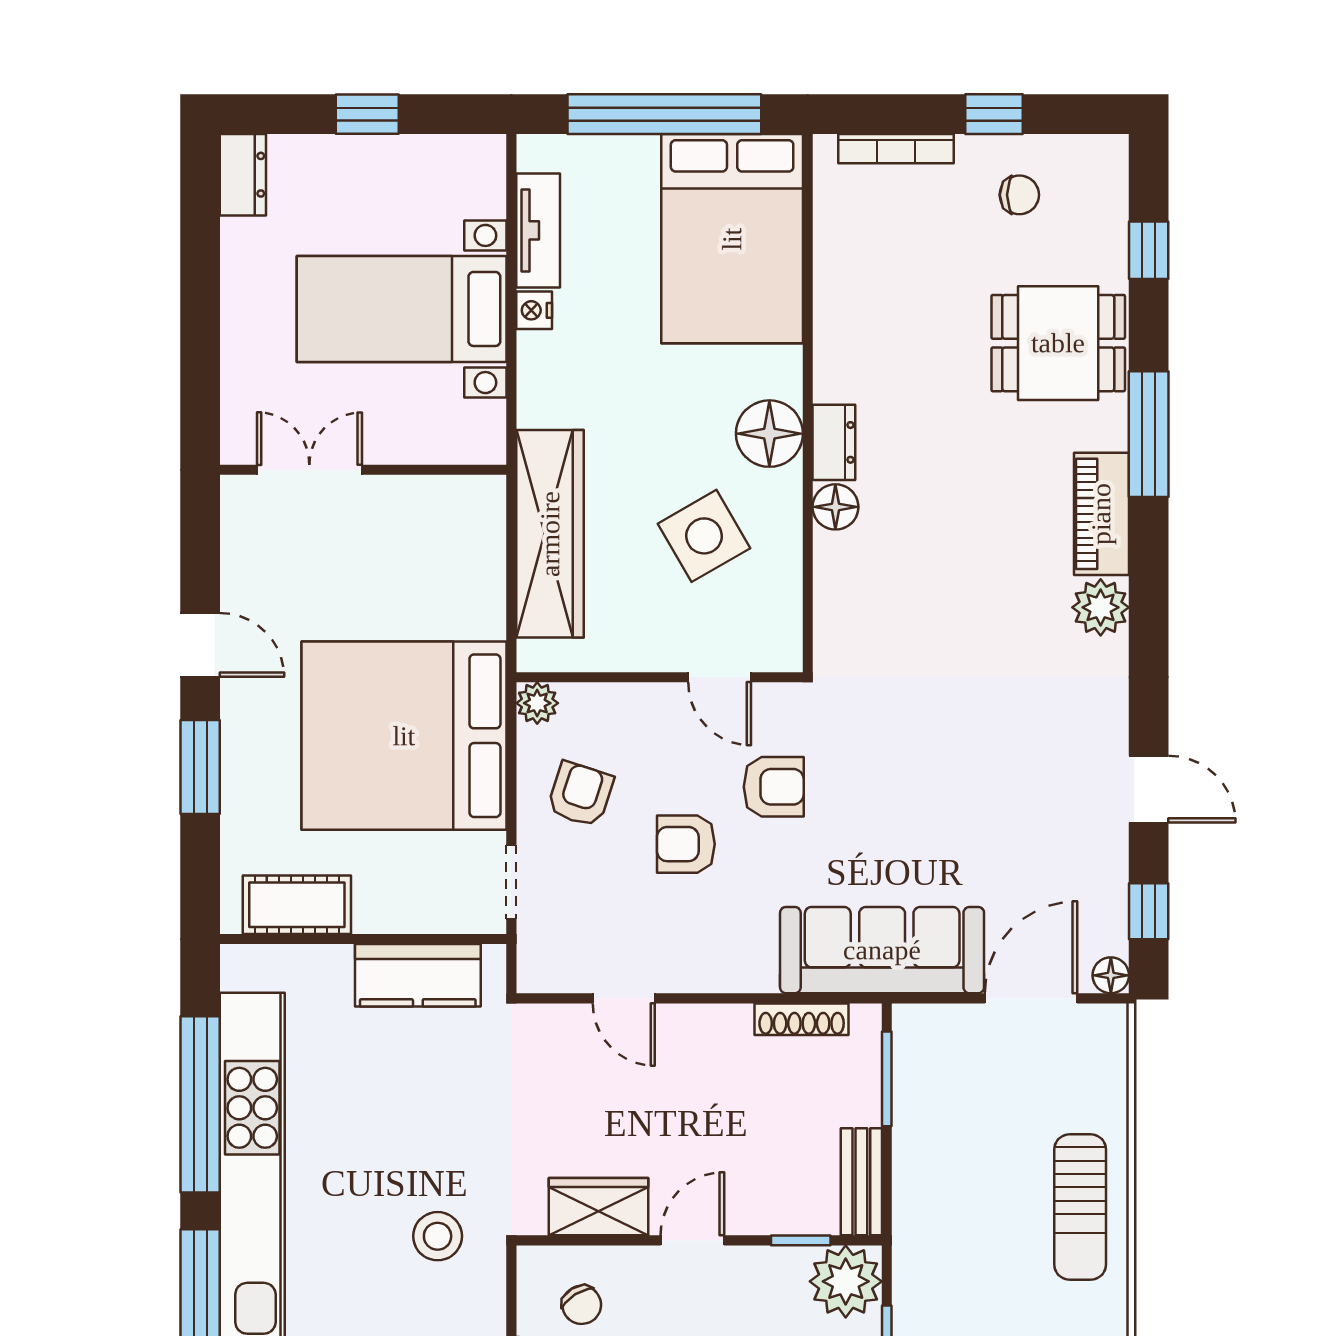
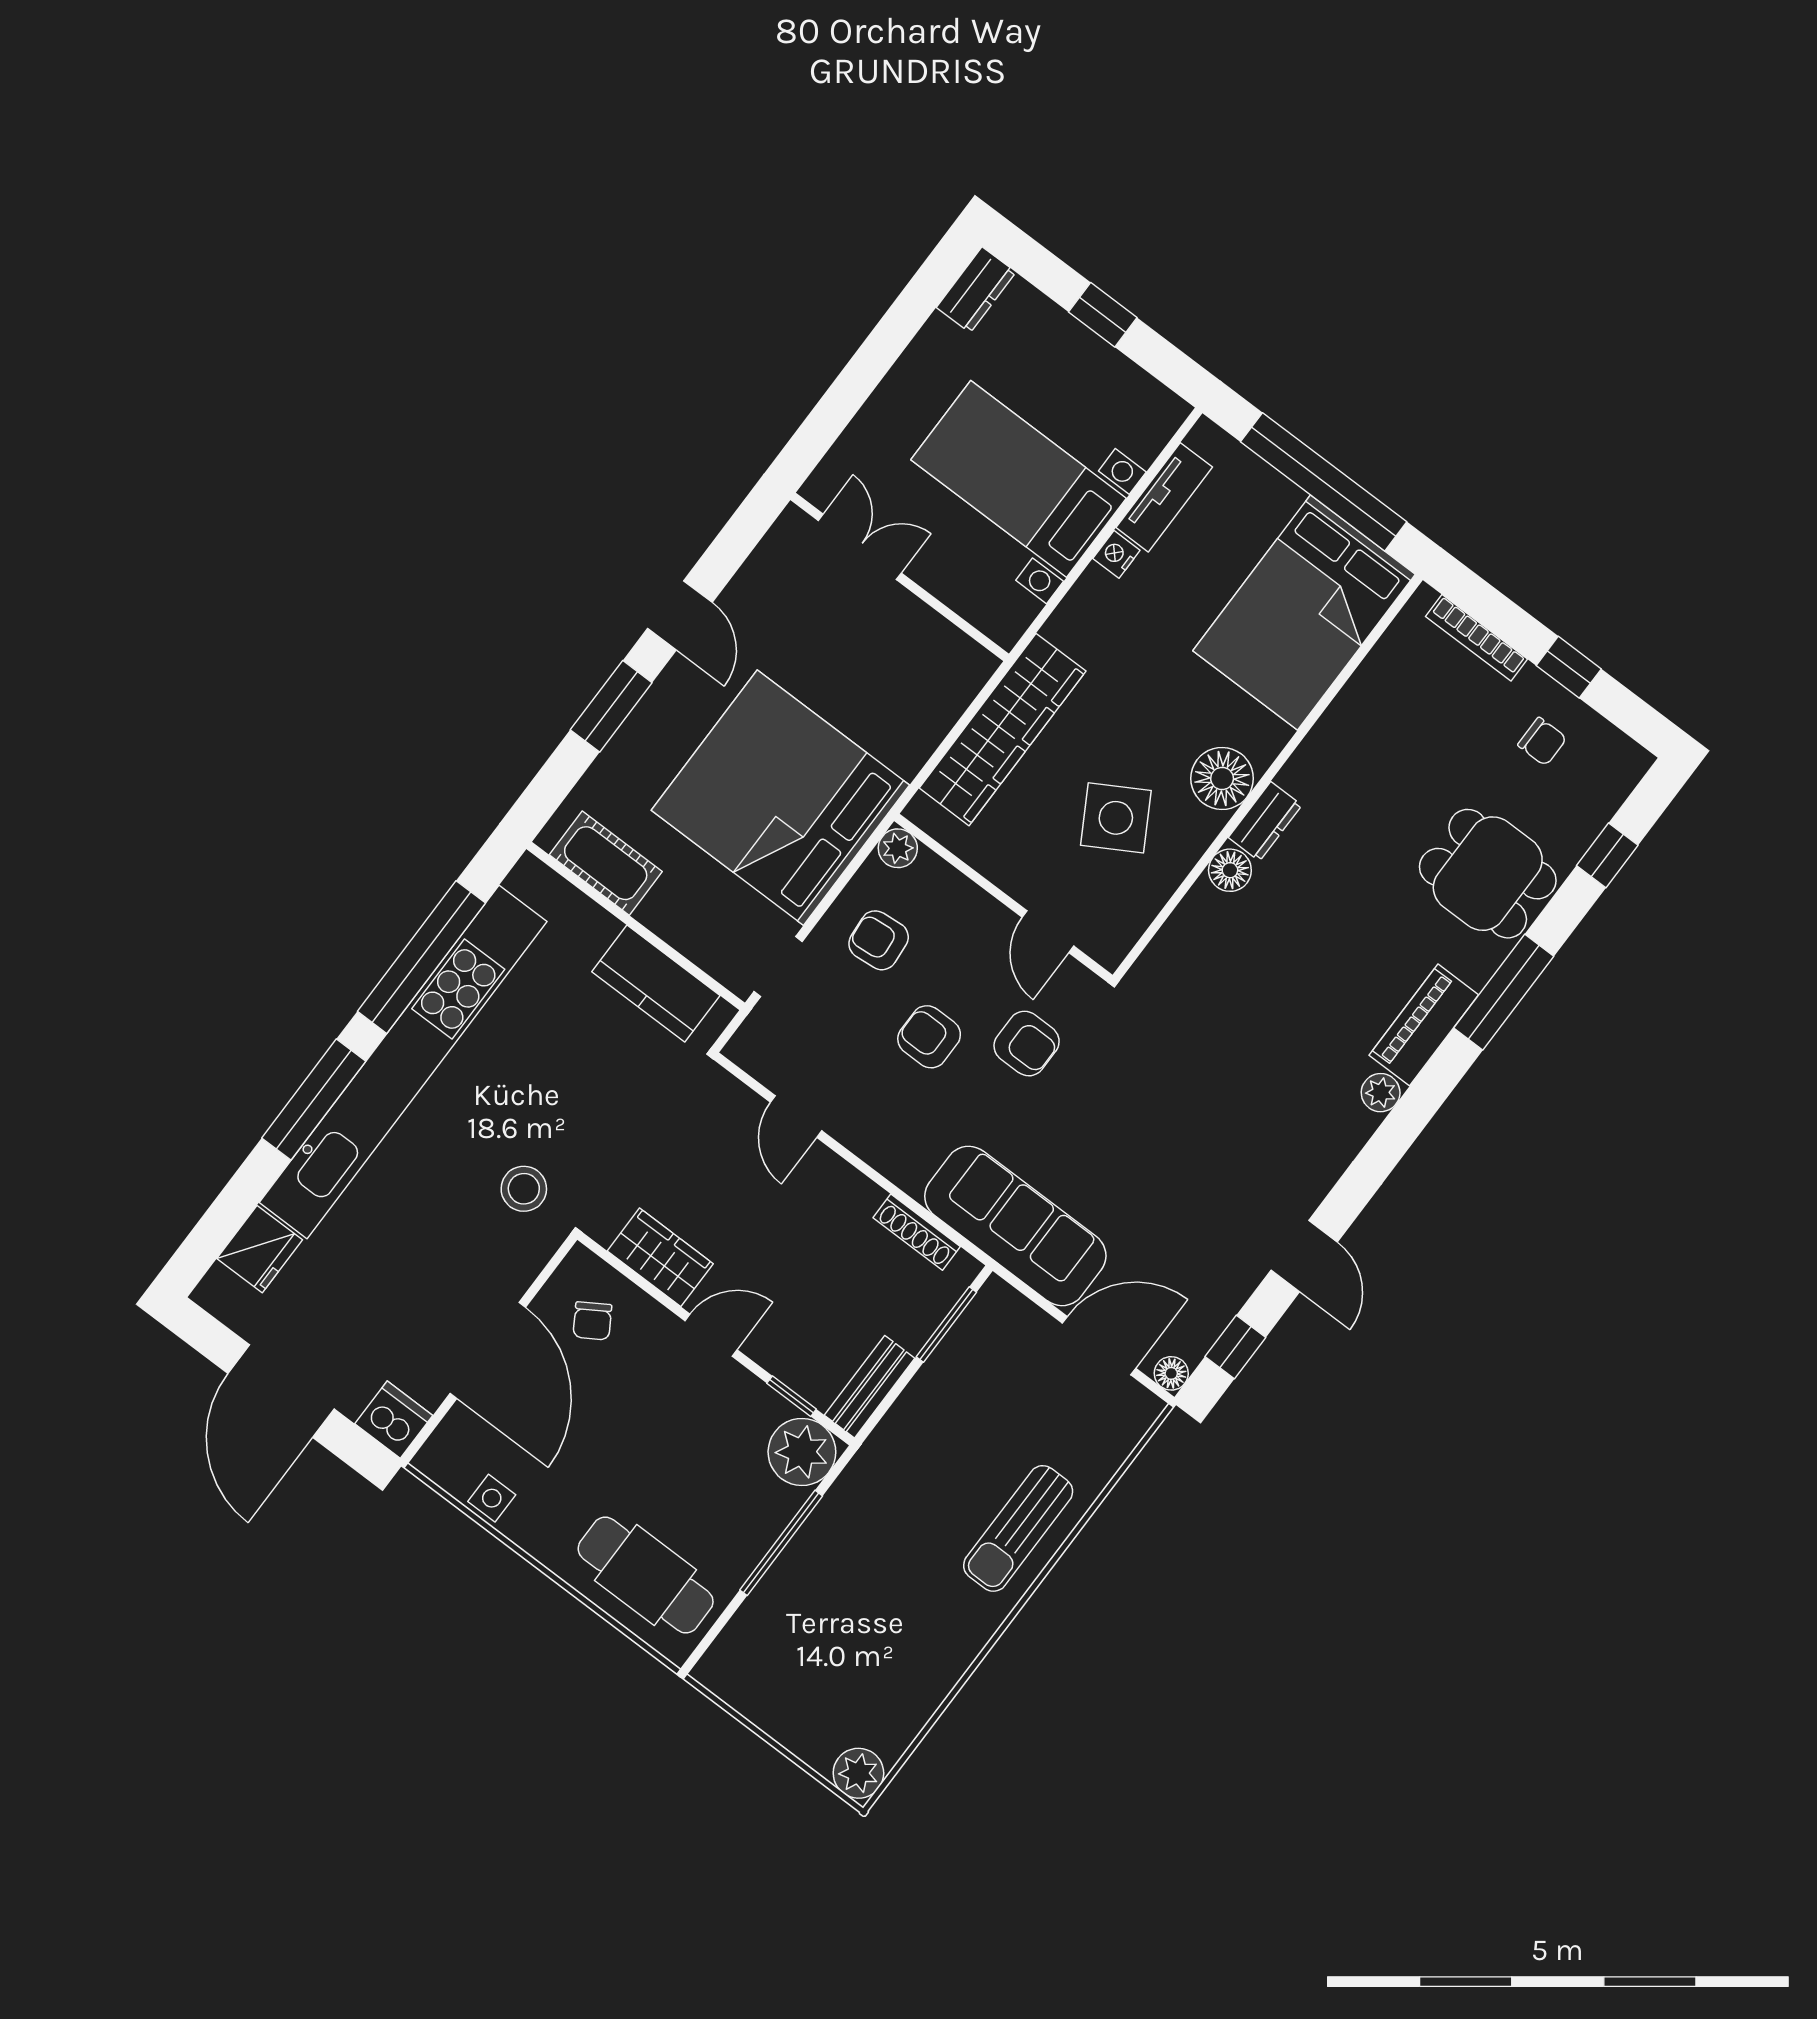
plant: (1101, 607) -> (1381, 1093), width x0.73, depth x0.73
armchair: (580, 794) -> (879, 940), turned -113

